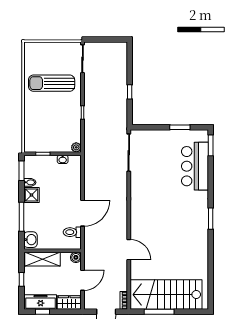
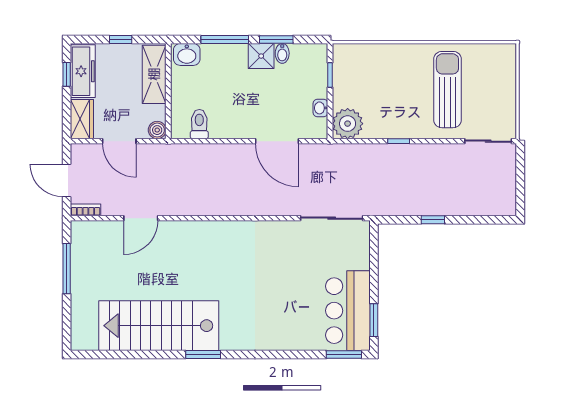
window: (180, 127) -> (374, 320), moved
plant: (76, 147) -> (348, 124), width x1.88, depth x1.88
bar counter: (195, 166) -> (348, 311), moved, turned -90
window: (21, 171) -> (276, 39), moved
door: (83, 213) -> (277, 141), moved
window: (211, 219) -> (203, 354), moved
door: (129, 250) -> (141, 218), moved
stairs: (166, 295) -> (159, 326), moved, turned -90

